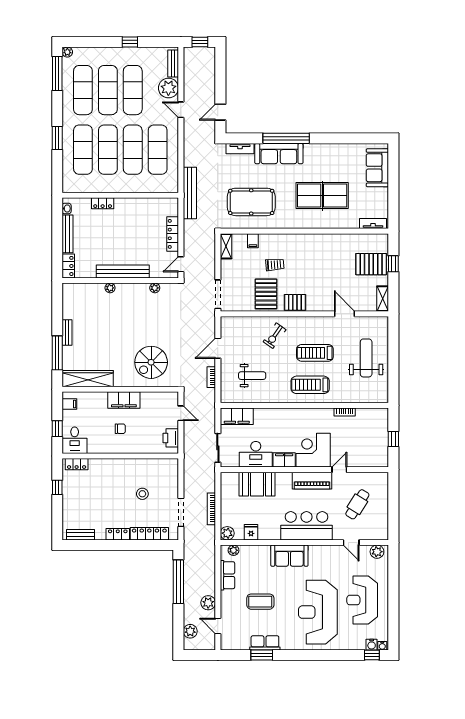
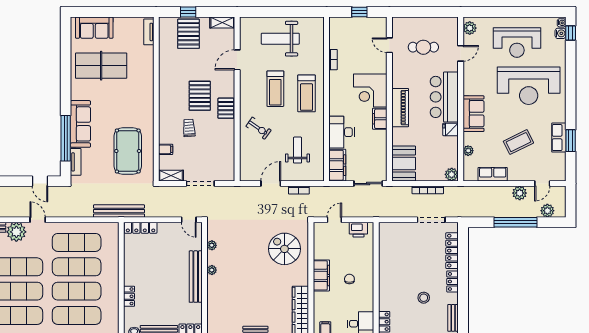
door: (181, 110) -> (38, 220), swing flipped
window: (286, 138) -> (66, 138), moved
table tennis table: (322, 196) -> (101, 66), moved, turned 90
locker: (173, 234) -> (141, 228), moved
plant: (110, 288) -> (212, 270), moved
doorway: (218, 294) -> (200, 184), moved
pallet: (266, 294) -> (200, 96), moved, turned 90
door: (218, 348) -> (271, 184), swing flipped
spiral stairs: (151, 362) -> (284, 249), turned 180
desk: (256, 454) -> (342, 132), moved, turned 180
door: (339, 470) -> (389, 45), moved
piano: (312, 481) -> (400, 108), moved
booth: (257, 484) -> (404, 164), moved
stool: (142, 494) -> (424, 298), moved
cafe table: (357, 504) -> (423, 47), turned -32
fridge: (251, 532) -> (451, 129), moved
plant: (234, 550) -> (468, 151), moved
window: (178, 582) -> (516, 222), moved
coffee table: (260, 602) -> (518, 142), turned 64

